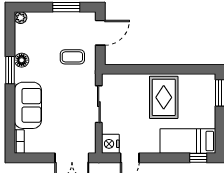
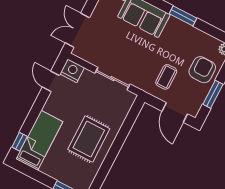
armchair: (49, 28) -> (202, 70), added
floor lamp: (22, 60) -> (187, 31), removed
rug: (164, 97) -> (89, 139), turned 90

